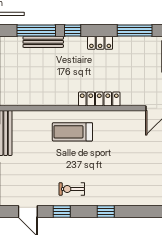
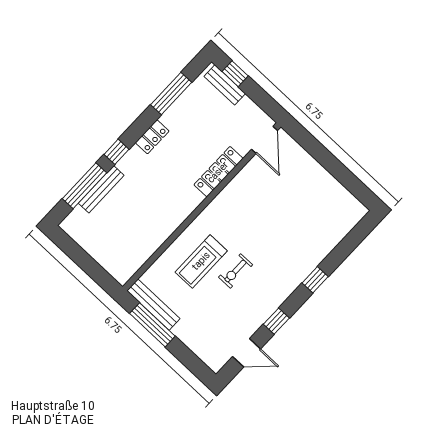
locker: (99, 99) -> (218, 172), moved
treadmill: (72, 132) -> (201, 261), moved
exercise bike: (72, 189) -> (235, 271), moved

